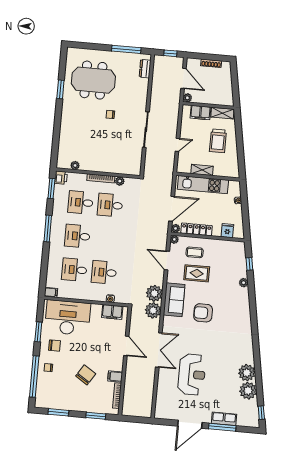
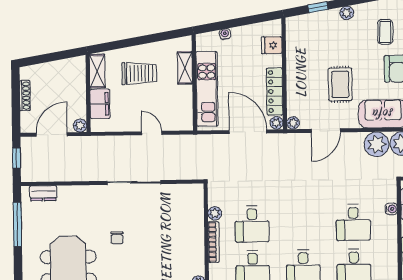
shelving: (202, 170) -> (185, 68), moved
coffee table: (195, 252) -> (385, 32), moved

